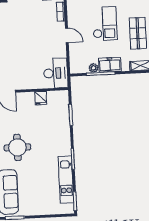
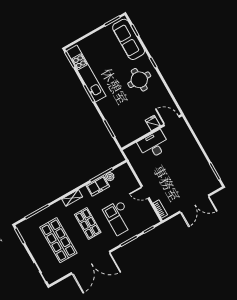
desk: (56, 73) -> (154, 145), moved, turned 90
fridge: (41, 98) -> (153, 123), moved
kitchen unit: (66, 180) -> (86, 73), width x1.36

